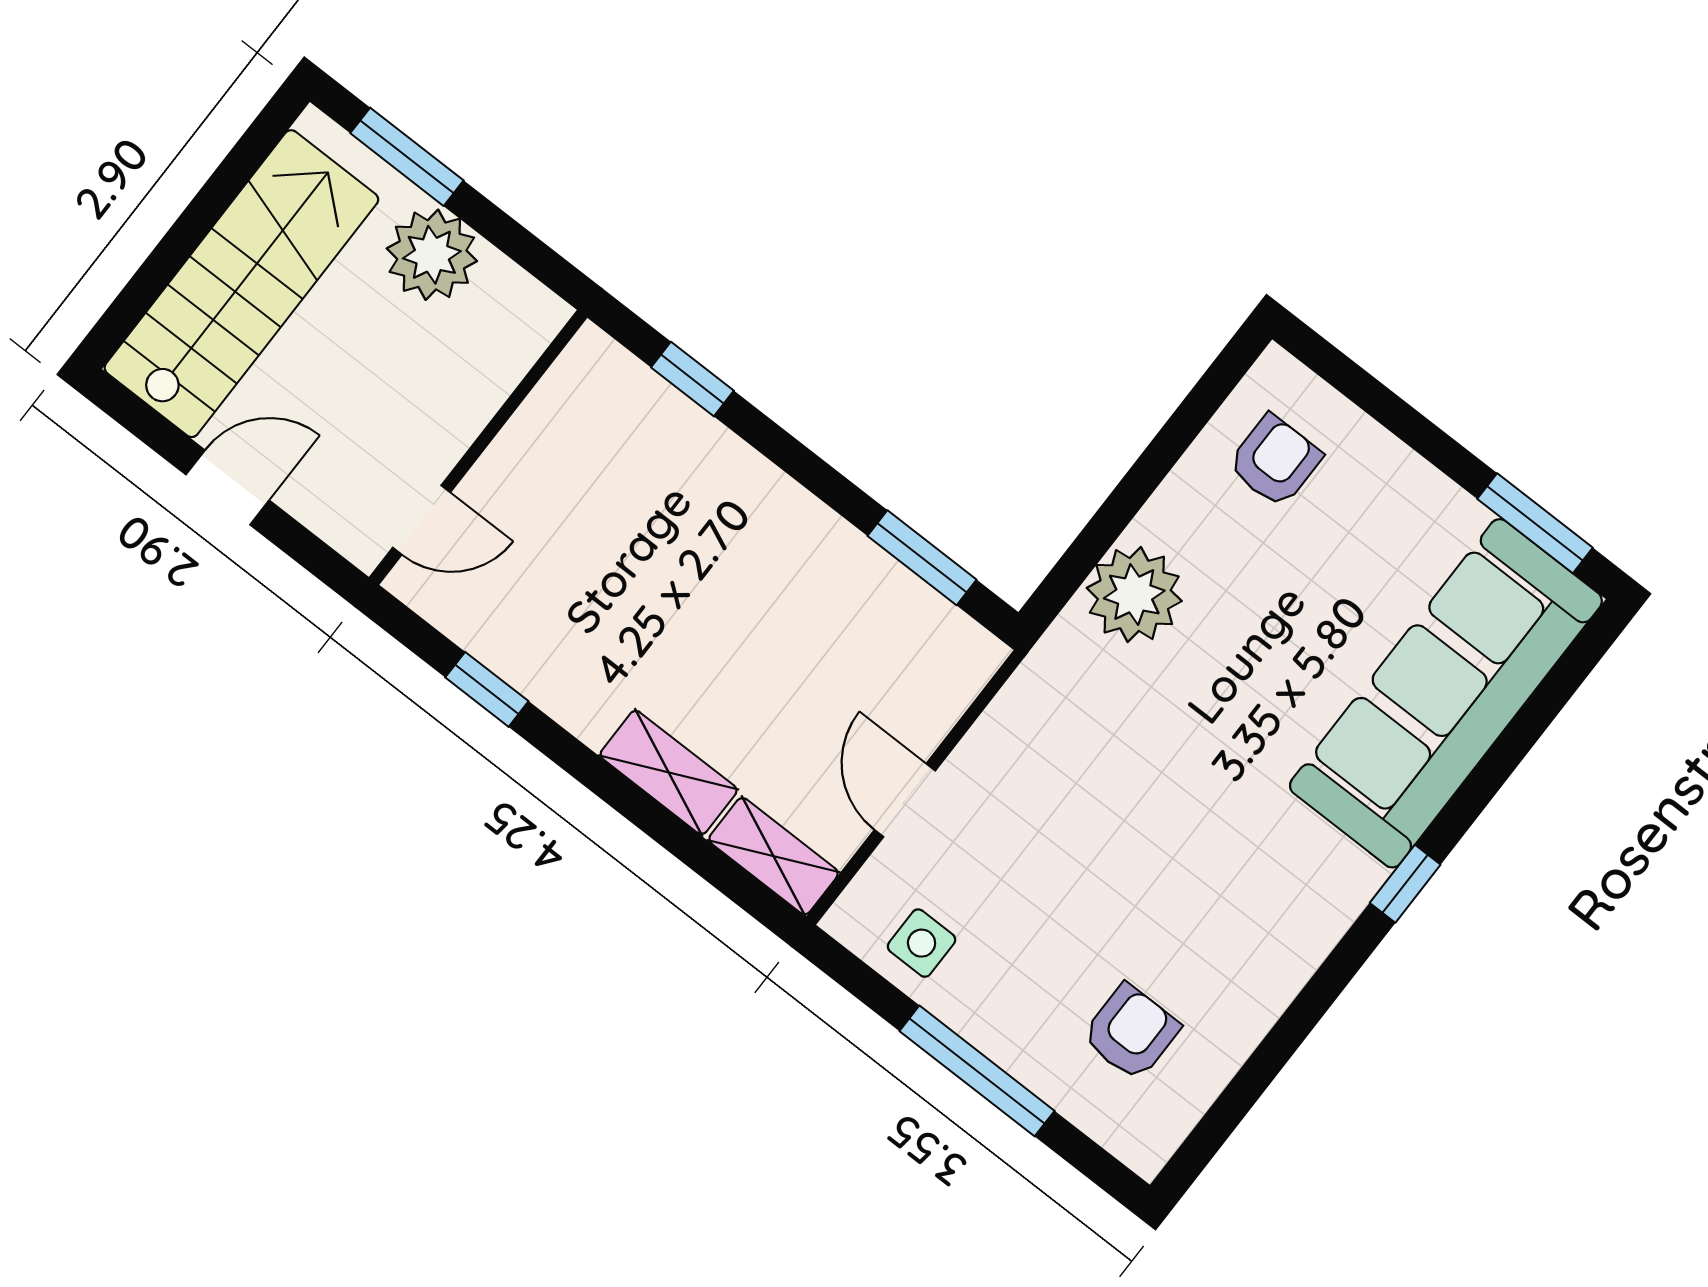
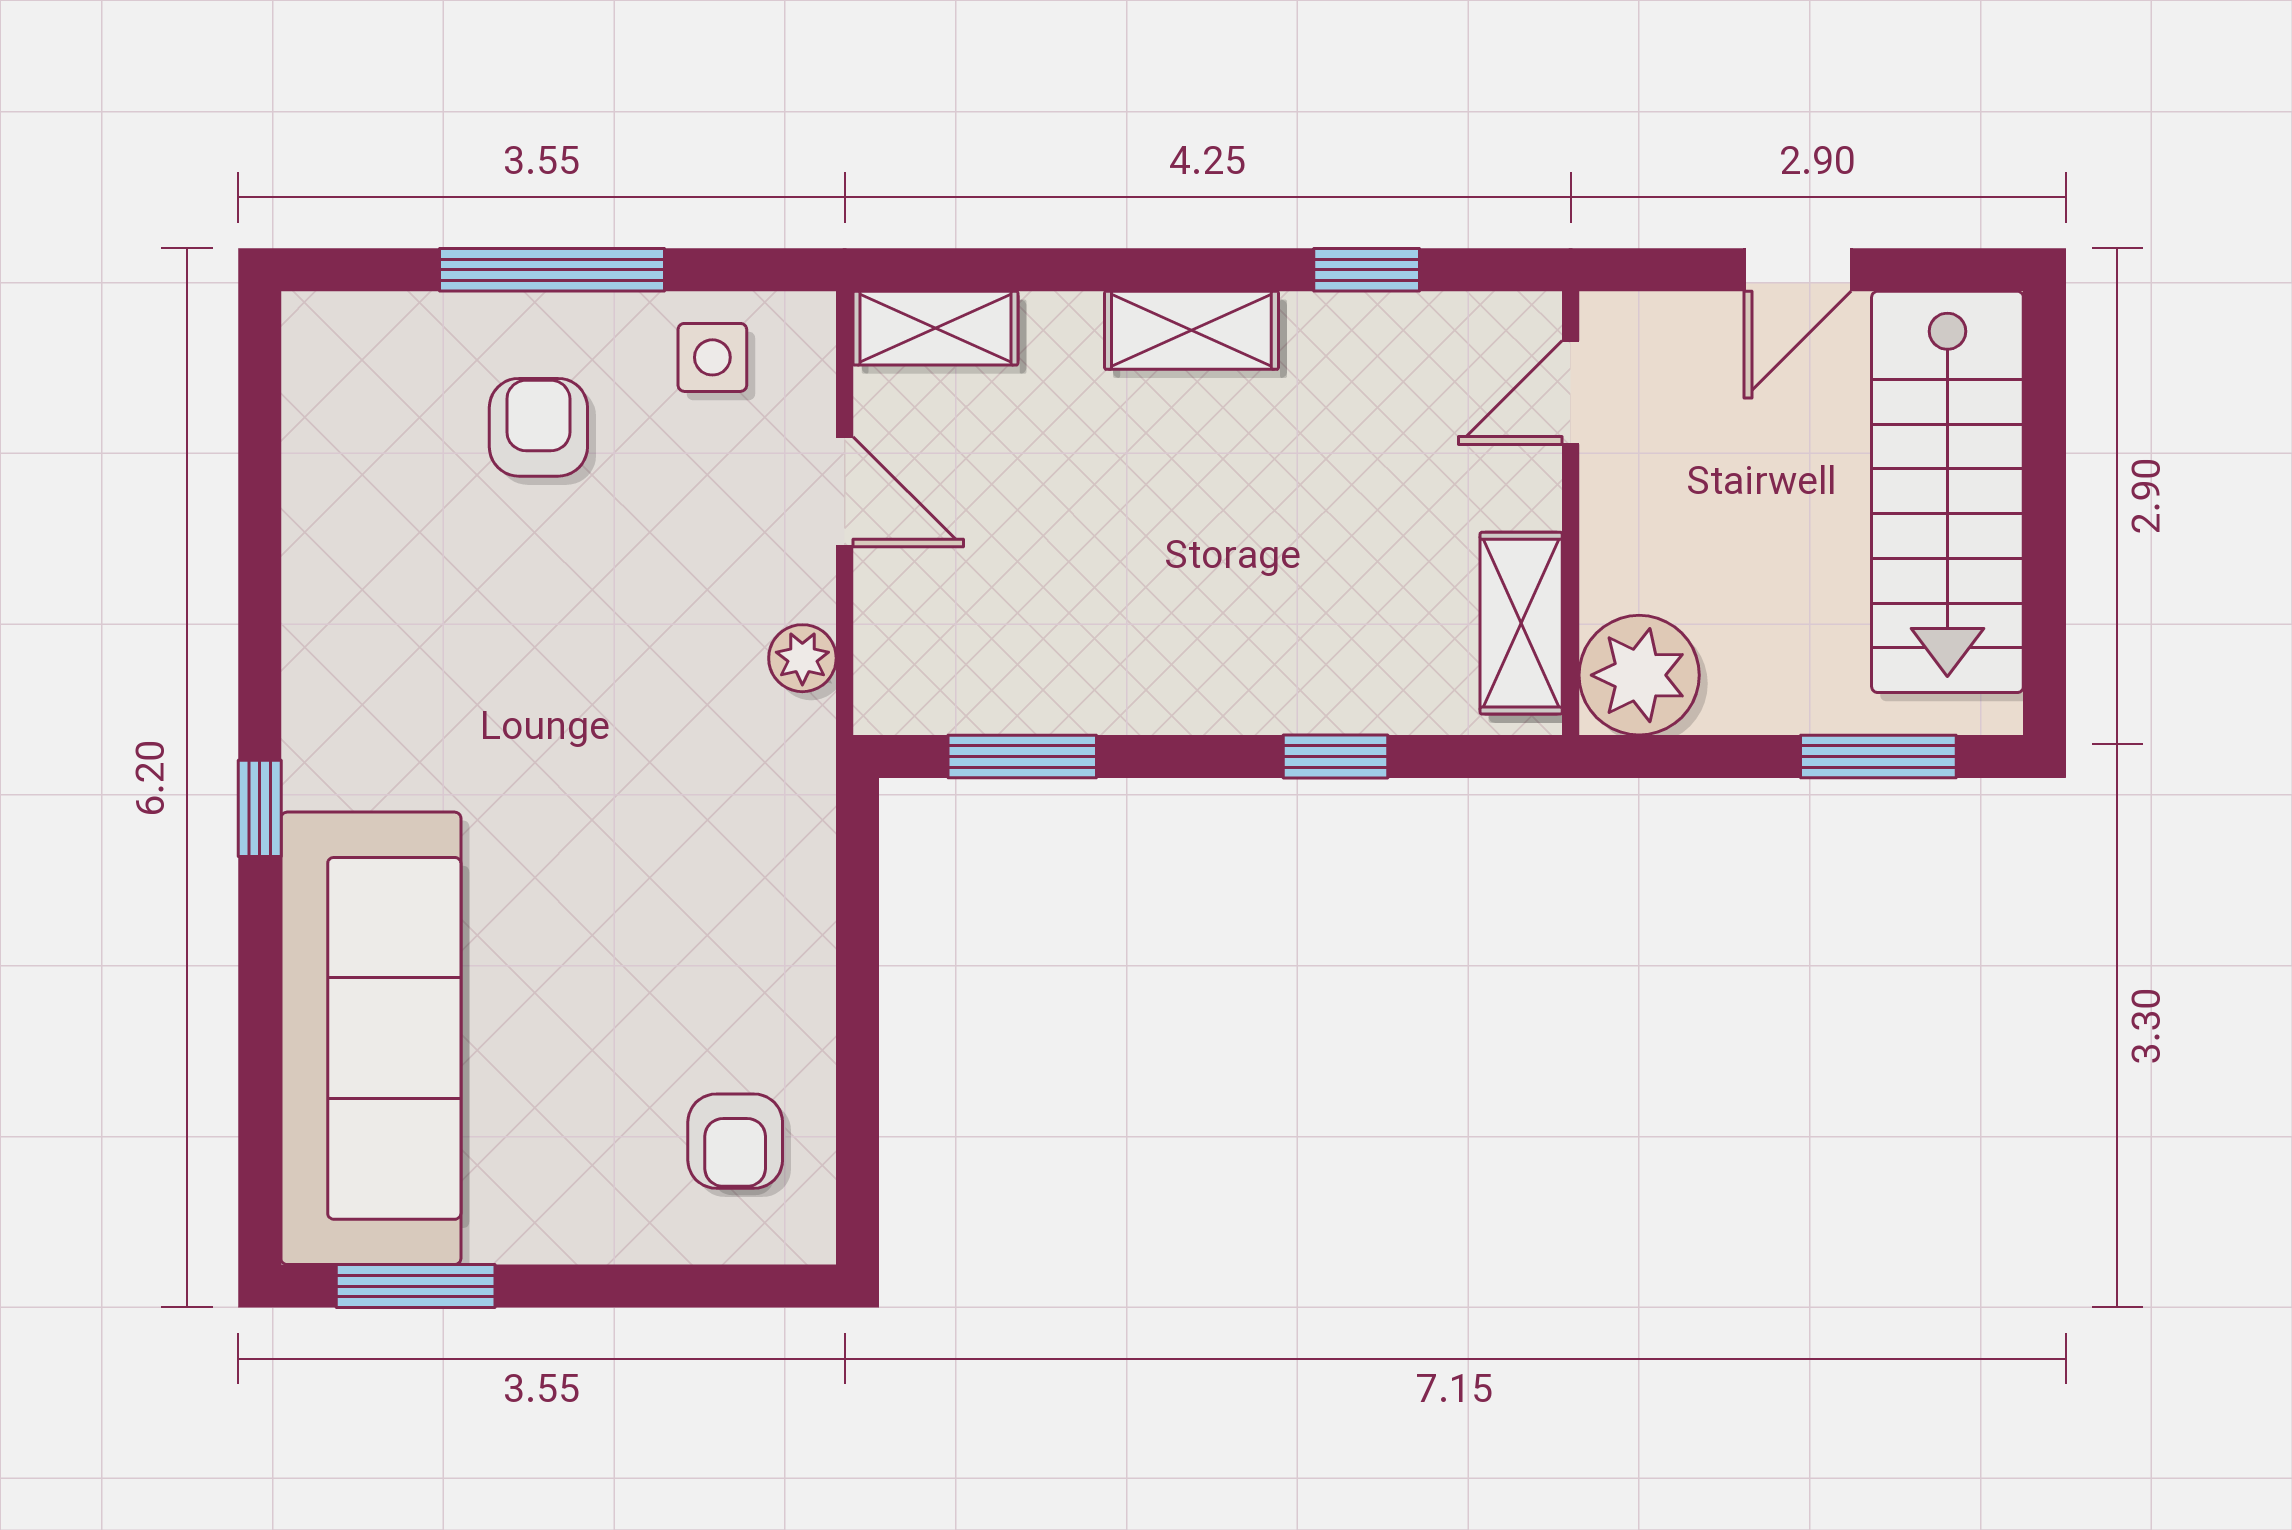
plant: (432, 255) -> (1639, 675), moved
window: (692, 379) -> (1335, 757), moved
shelving: (559, 404) -> (1521, 623), added
plant: (1134, 595) -> (802, 658), moved, width x0.53, depth x0.53
shelving: (669, 772) -> (1191, 330), moved
armchair: (1131, 1032) -> (538, 427), moved, turned 180

